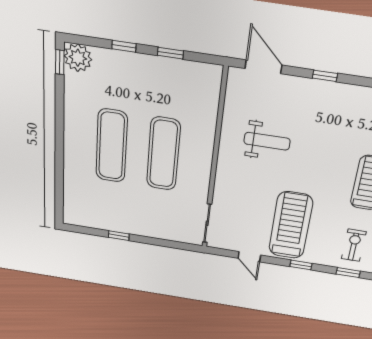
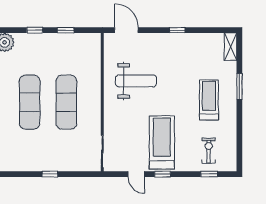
window: (325, 76) -> (177, 30), moved
weight bench: (267, 141) -> (136, 81), width x1.36, depth x1.33
window: (119, 236) -> (50, 174), moved
window: (301, 265) -> (162, 174), moved

